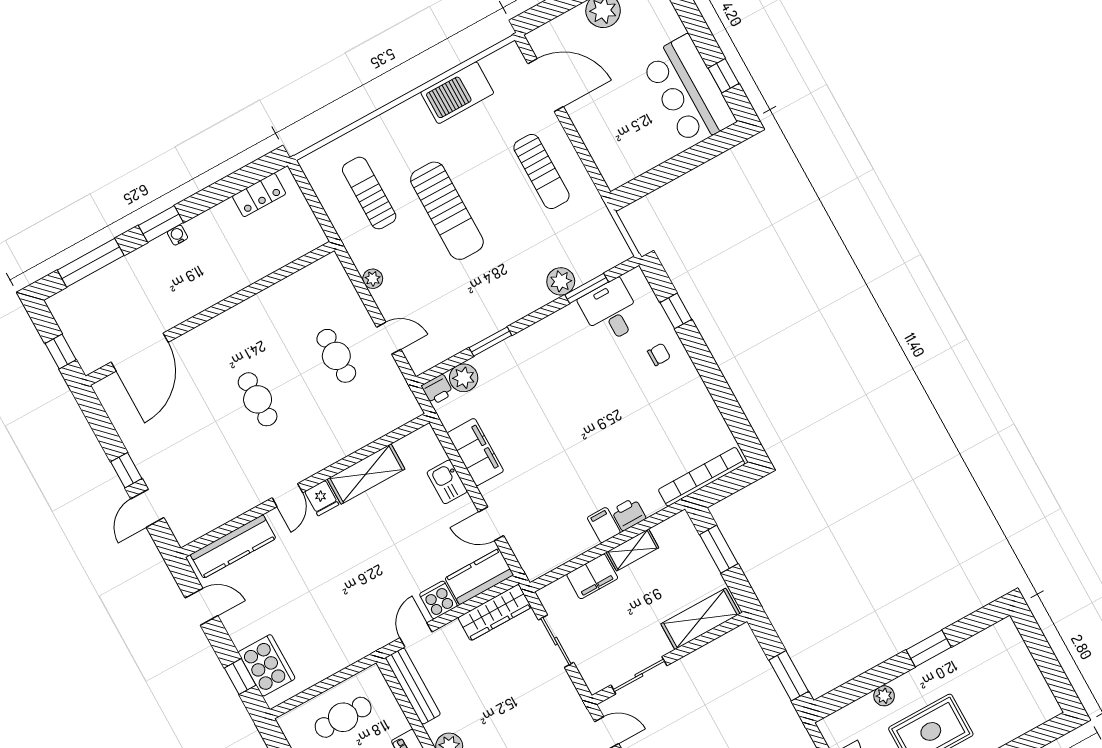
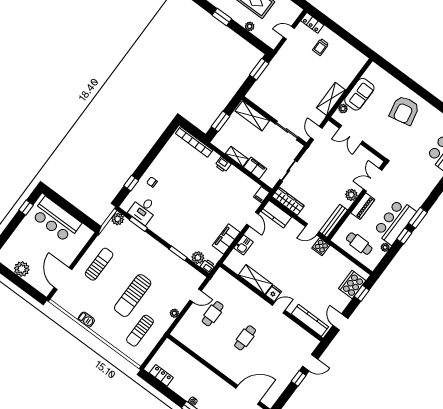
bar counter: (688, 91) -> (56, 220), moved, turned 90
barbecue: (457, 93) -> (86, 320), width x0.53, depth x0.65
sun lounger: (447, 211) -> (133, 296), turned 180
plant: (561, 281) -> (118, 219), moved
door: (389, 338) -> (196, 296), swing flipped
filing cabinet: (604, 525) -> (262, 195), moved
cooker: (438, 600) -> (321, 247), moved

